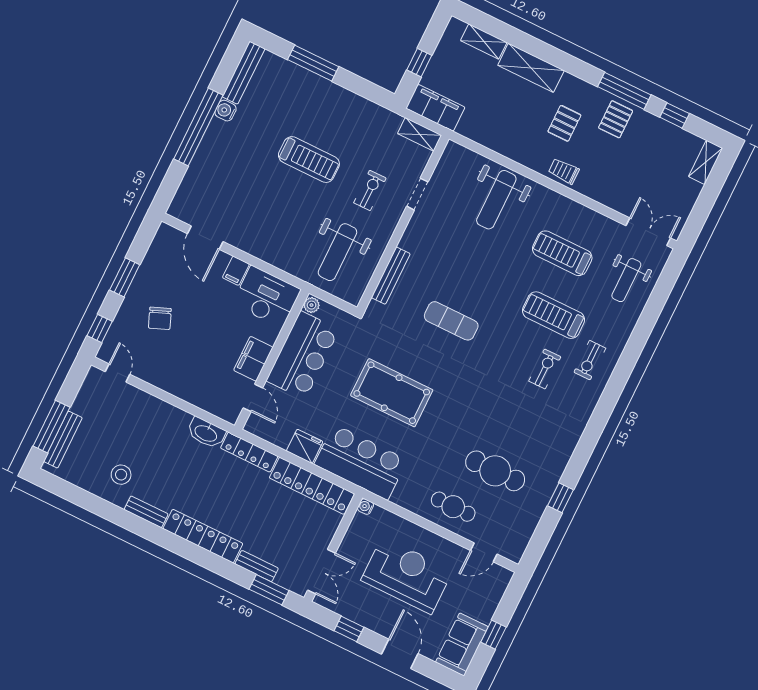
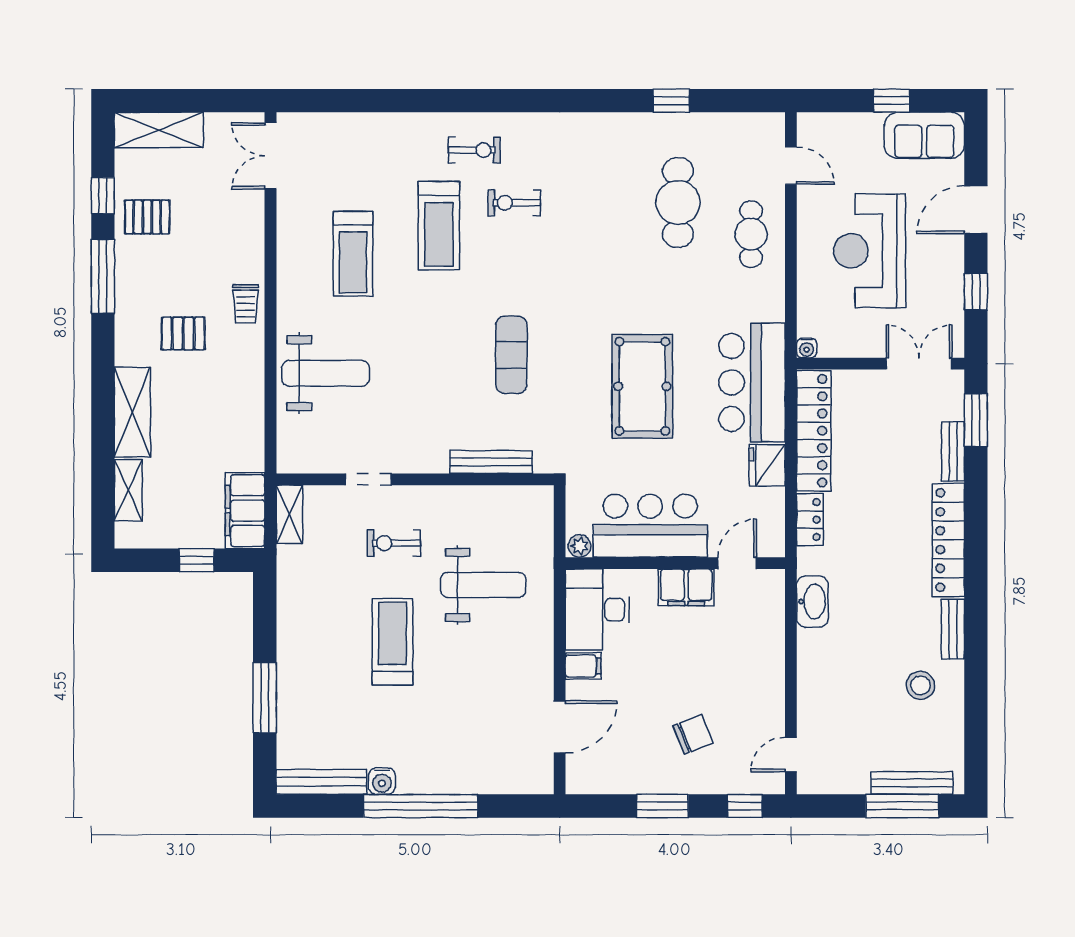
pallet: (616, 119) -> (147, 217), moved
shelving: (706, 162) -> (159, 130), width x1.50, depth x1.33
weight bench: (337, 252) -> (483, 585), moved
weight bench: (626, 280) -> (347, 153), removed
locker: (249, 452) -> (810, 520), width x0.66

